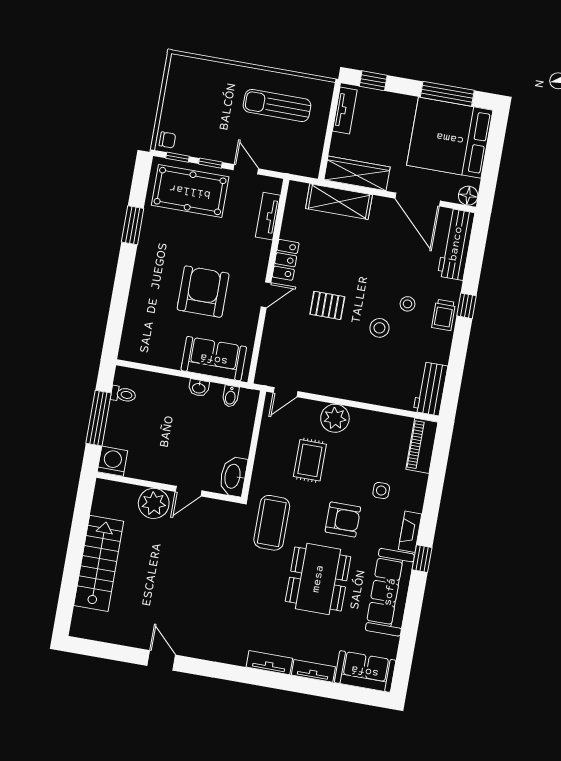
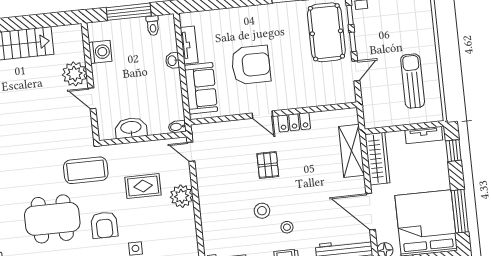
door: (418, 200) -> (371, 212), hinge flipped
tv unit: (268, 216) -> (189, 45), moved, turned 90
washbasin: (199, 388) -> (172, 61), moved
bidet: (231, 396) -> (177, 127), moved
washing machine: (112, 461) -> (100, 52), moved
washbasin: (233, 476) -> (131, 128), moved

